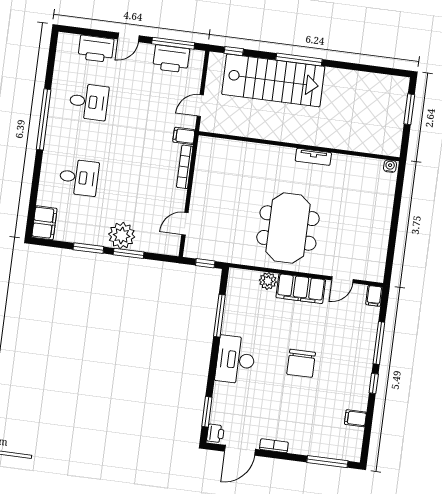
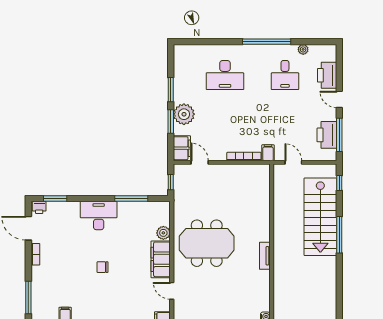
plant: (59, 75) -> (303, 49), added
desk: (79, 177) -> (225, 75), width x1.37
filing cabinet: (44, 223) -> (182, 148), moved, turned -90
chair: (301, 363) -> (102, 267), width x0.54, depth x0.54

